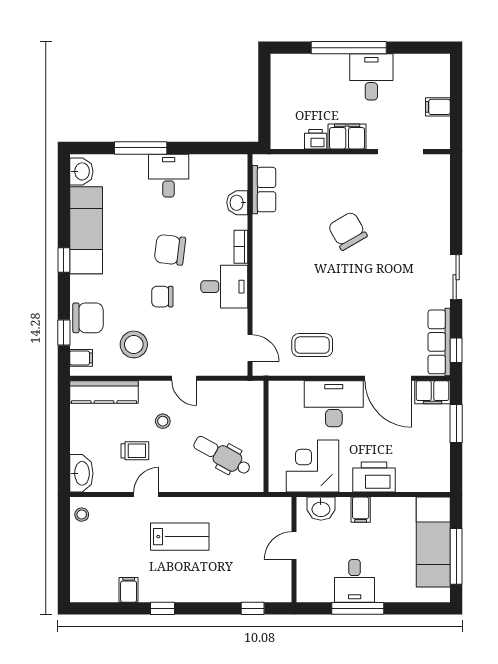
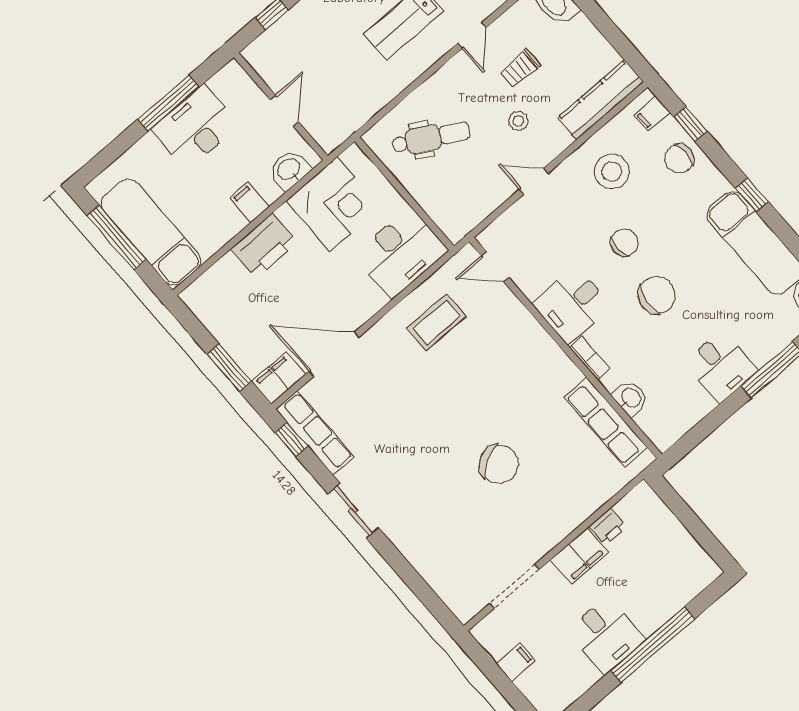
row of seats: (264, 190) -> (606, 422), width x1.48
chair: (88, 318) -> (679, 159), width x0.73, depth x0.73
desk: (334, 404) -> (401, 253), moved
desk: (355, 581) -> (195, 127), width x1.37

